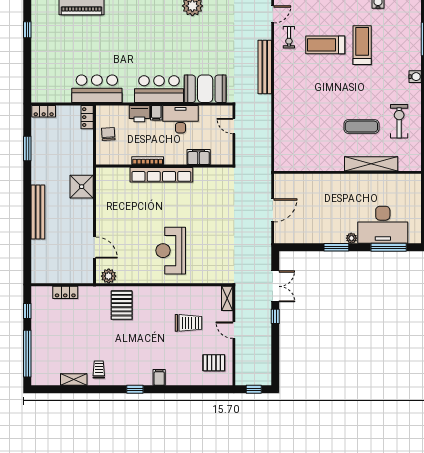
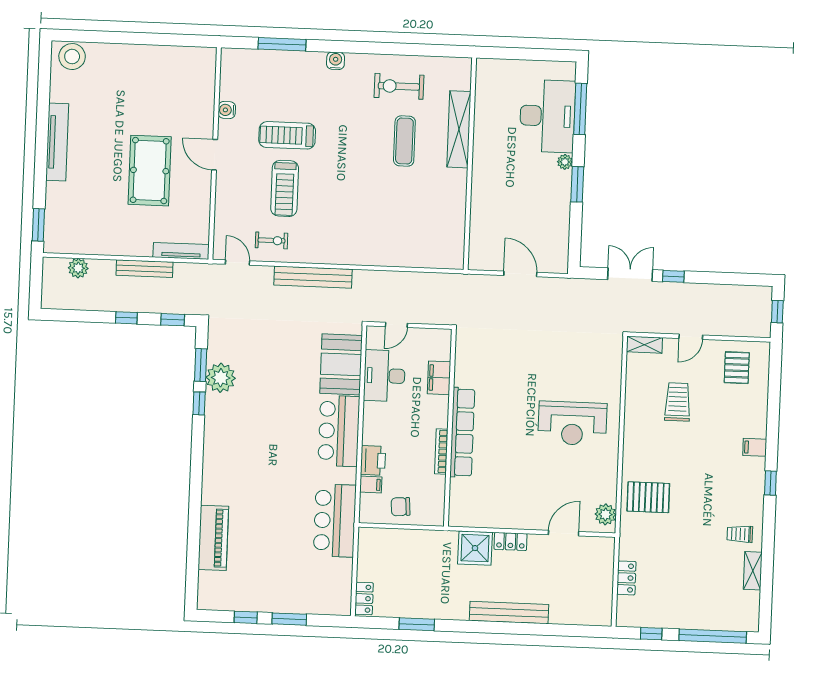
window: (27, 60) -> (289, 619), added
filing cabinet: (156, 113) -> (371, 485), moved
locker: (87, 117) -> (511, 541), moved
desk: (181, 119) -> (384, 376), moved

